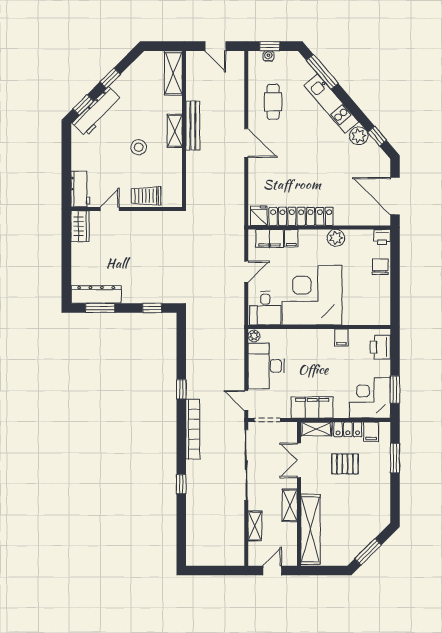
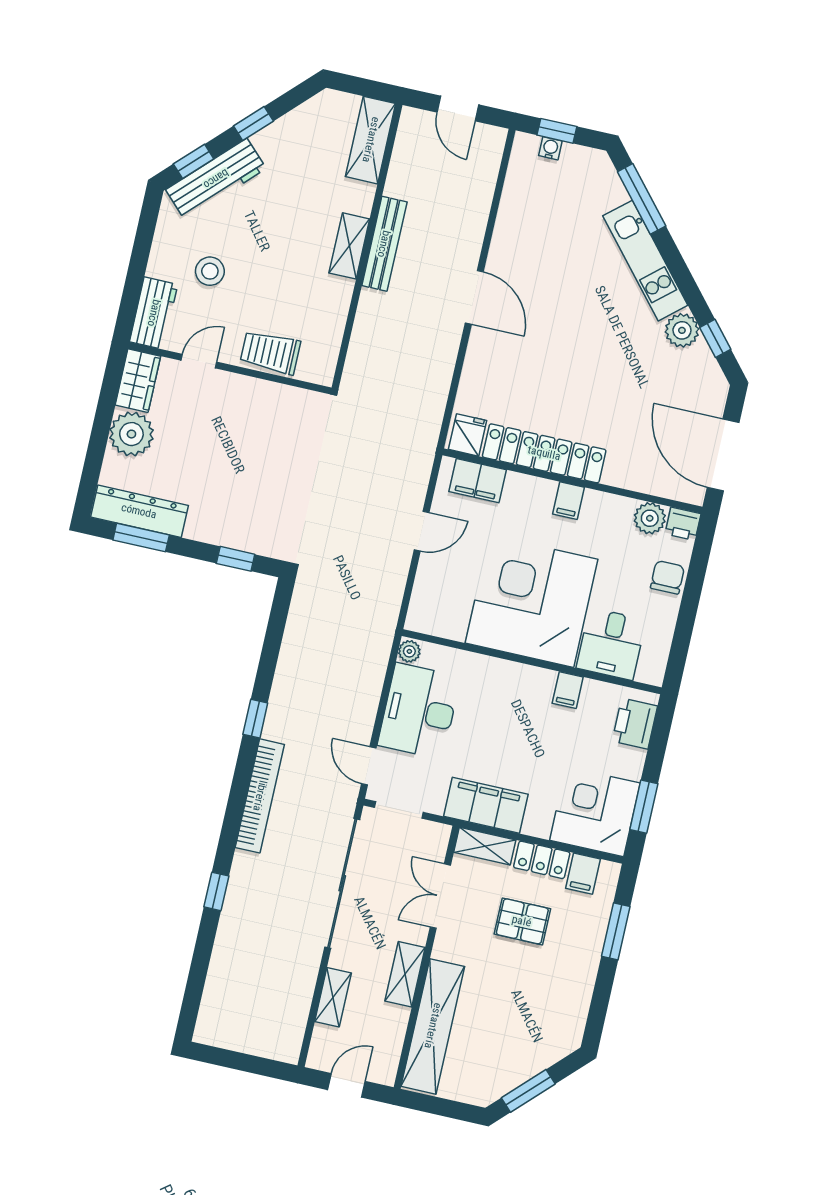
cafe table: (273, 102) -> (540, 233), removed
stool: (139, 147) -> (210, 271), moved
filing cabinet: (291, 238) -> (568, 501), moved
plant: (336, 238) -> (650, 518), moved
plant: (83, 255) -> (131, 434), added
desk: (265, 308) -> (611, 644), moved

